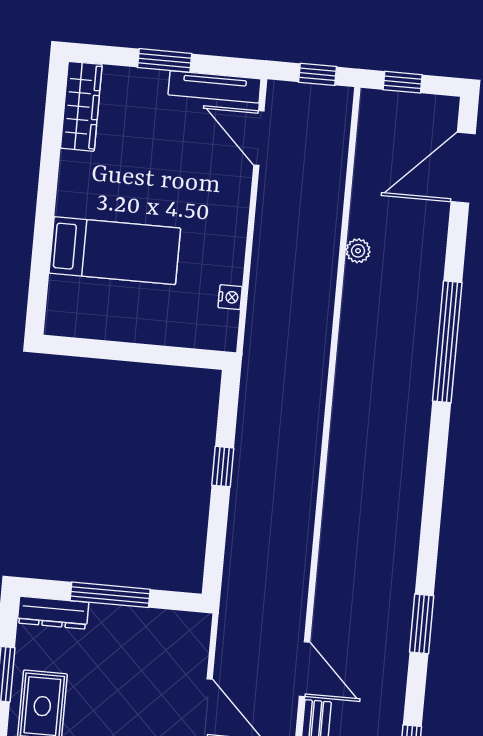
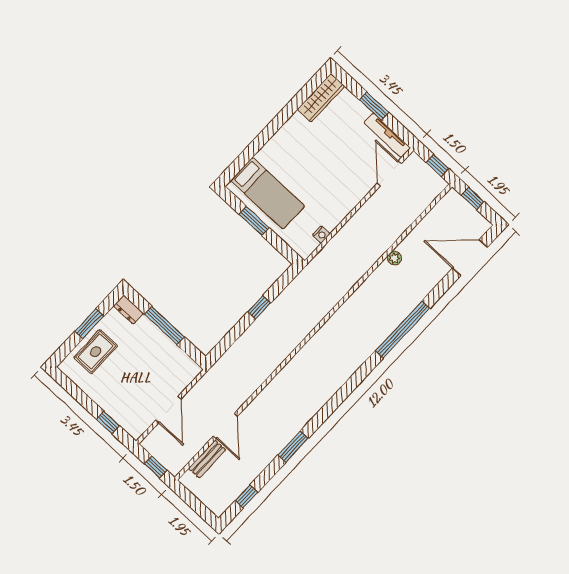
bed: (115, 251) -> (268, 193), moved
window: (122, 351) -> (254, 221), added
dresser: (53, 613) -> (128, 310), width x0.70

